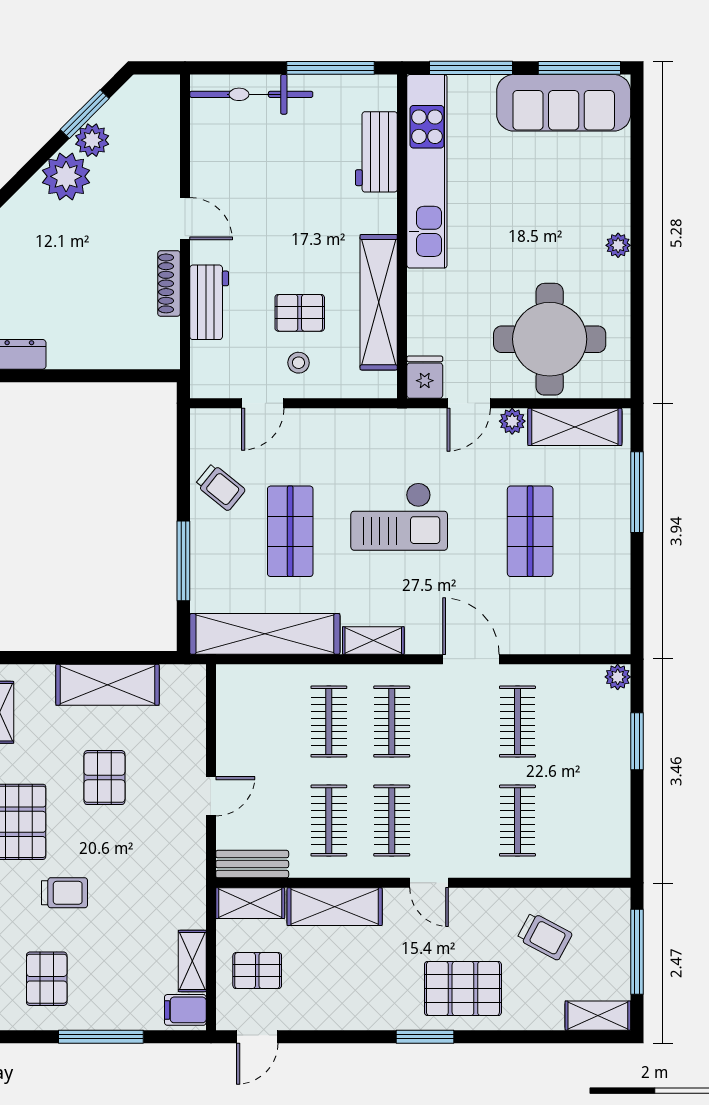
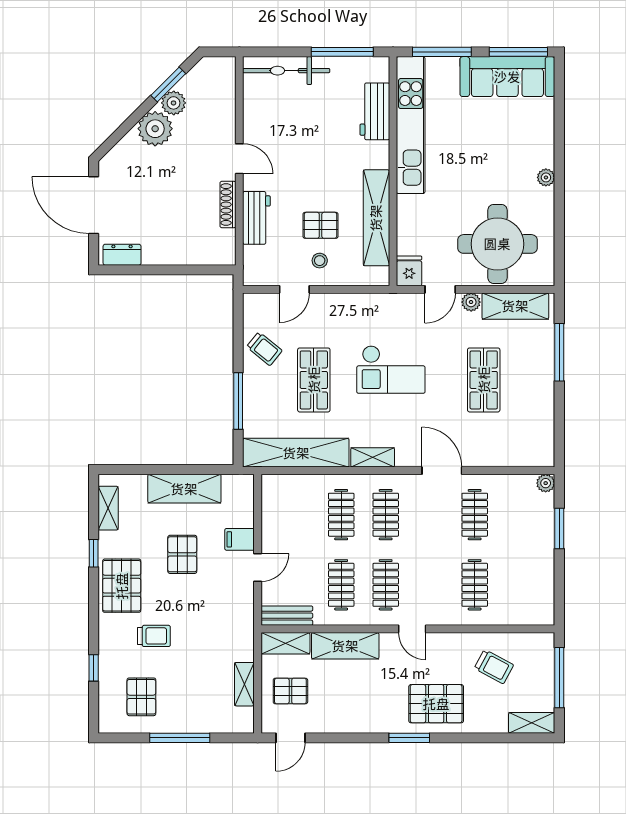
filing cabinet: (185, 1010) -> (240, 539), moved

